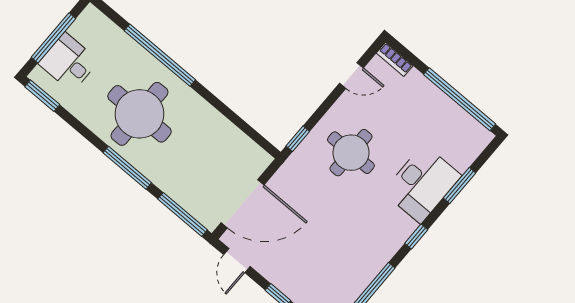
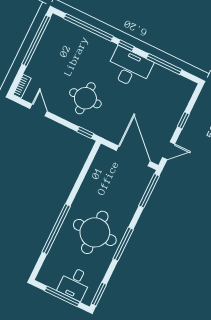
window: (127, 168) -> (123, 244), moved
desk: (422, 184) -> (129, 68), moved
window: (460, 186) -> (88, 27), width x2.11

